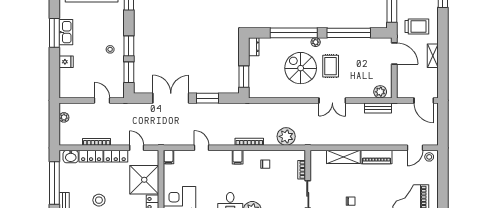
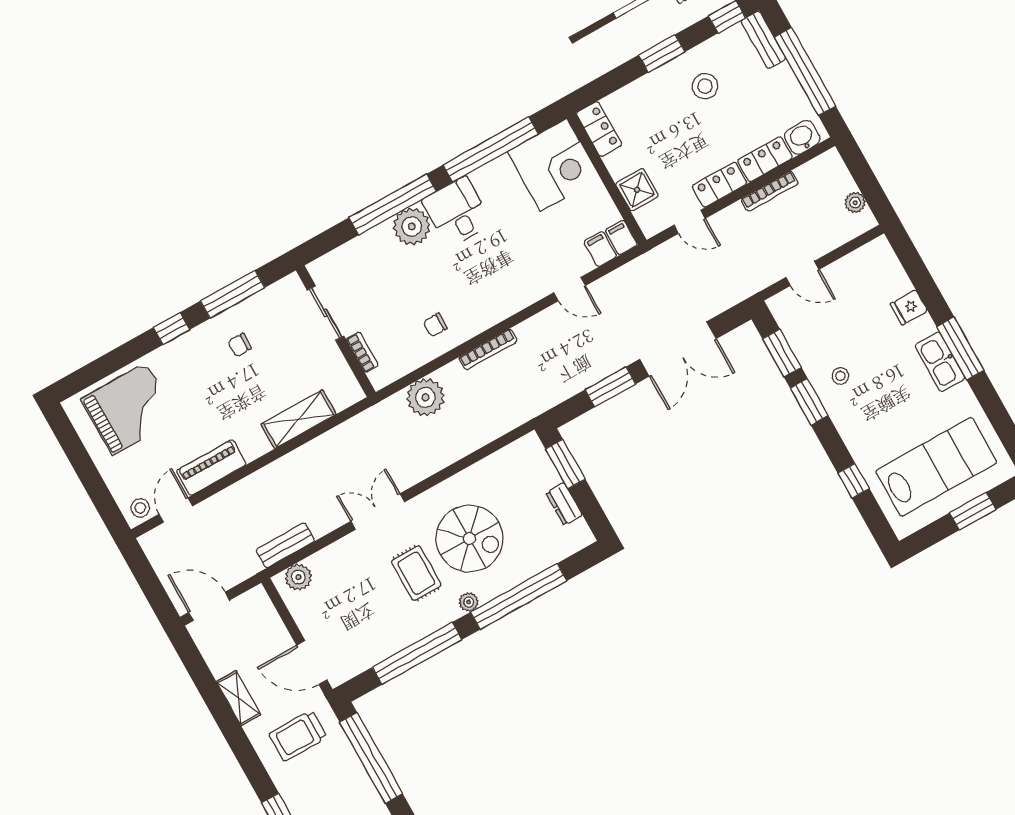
dresser: (254, 47) -> (564, 504), moved
filing cabinet: (238, 157) -> (600, 249), moved
piano: (376, 157) -> (211, 468), moved
shower: (144, 180) -> (637, 190), width x0.54, depth x0.54

